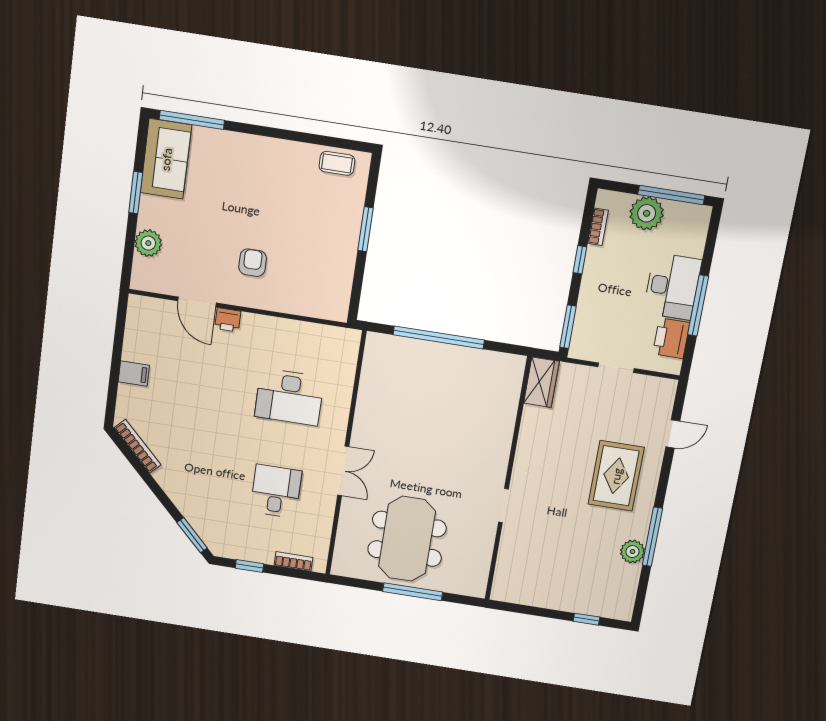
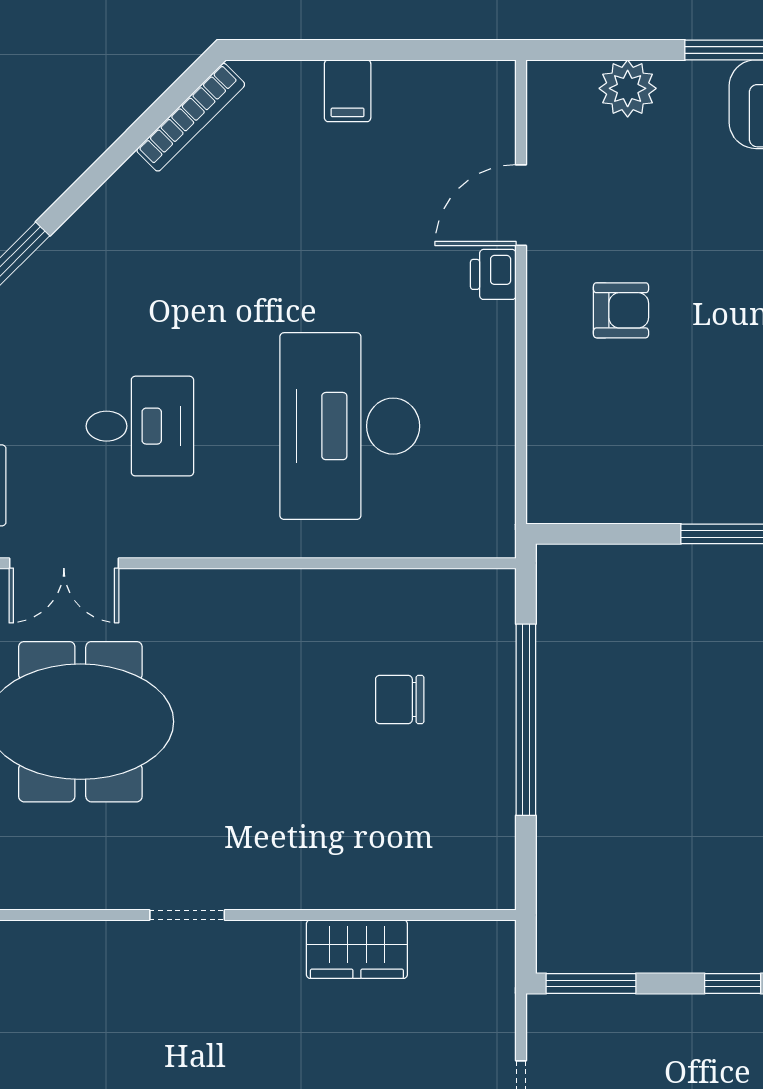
wardrobe: (541, 382) -> (357, 949), moved
chair: (420, 394) -> (400, 699), added
desk: (289, 397) -> (350, 426), width x1.36, depth x1.30
double door: (343, 471) -> (64, 563), moved

